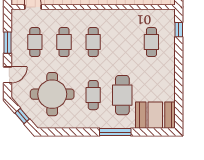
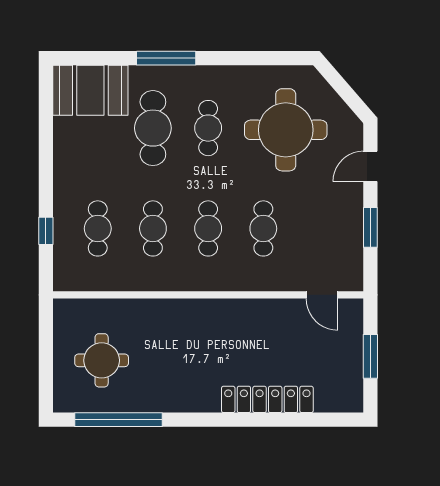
window: (179, 30) -> (46, 231), moved
cafe table: (35, 42) -> (153, 228), moved
window: (22, 116) -> (343, 89), removed

